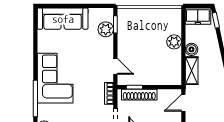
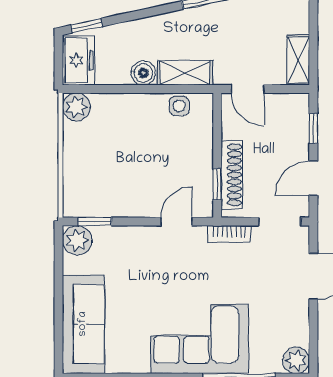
plant: (106, 29) -> (77, 240), moved
plant: (174, 42) -> (76, 107), moved
side table: (175, 68) -> (179, 106), added

